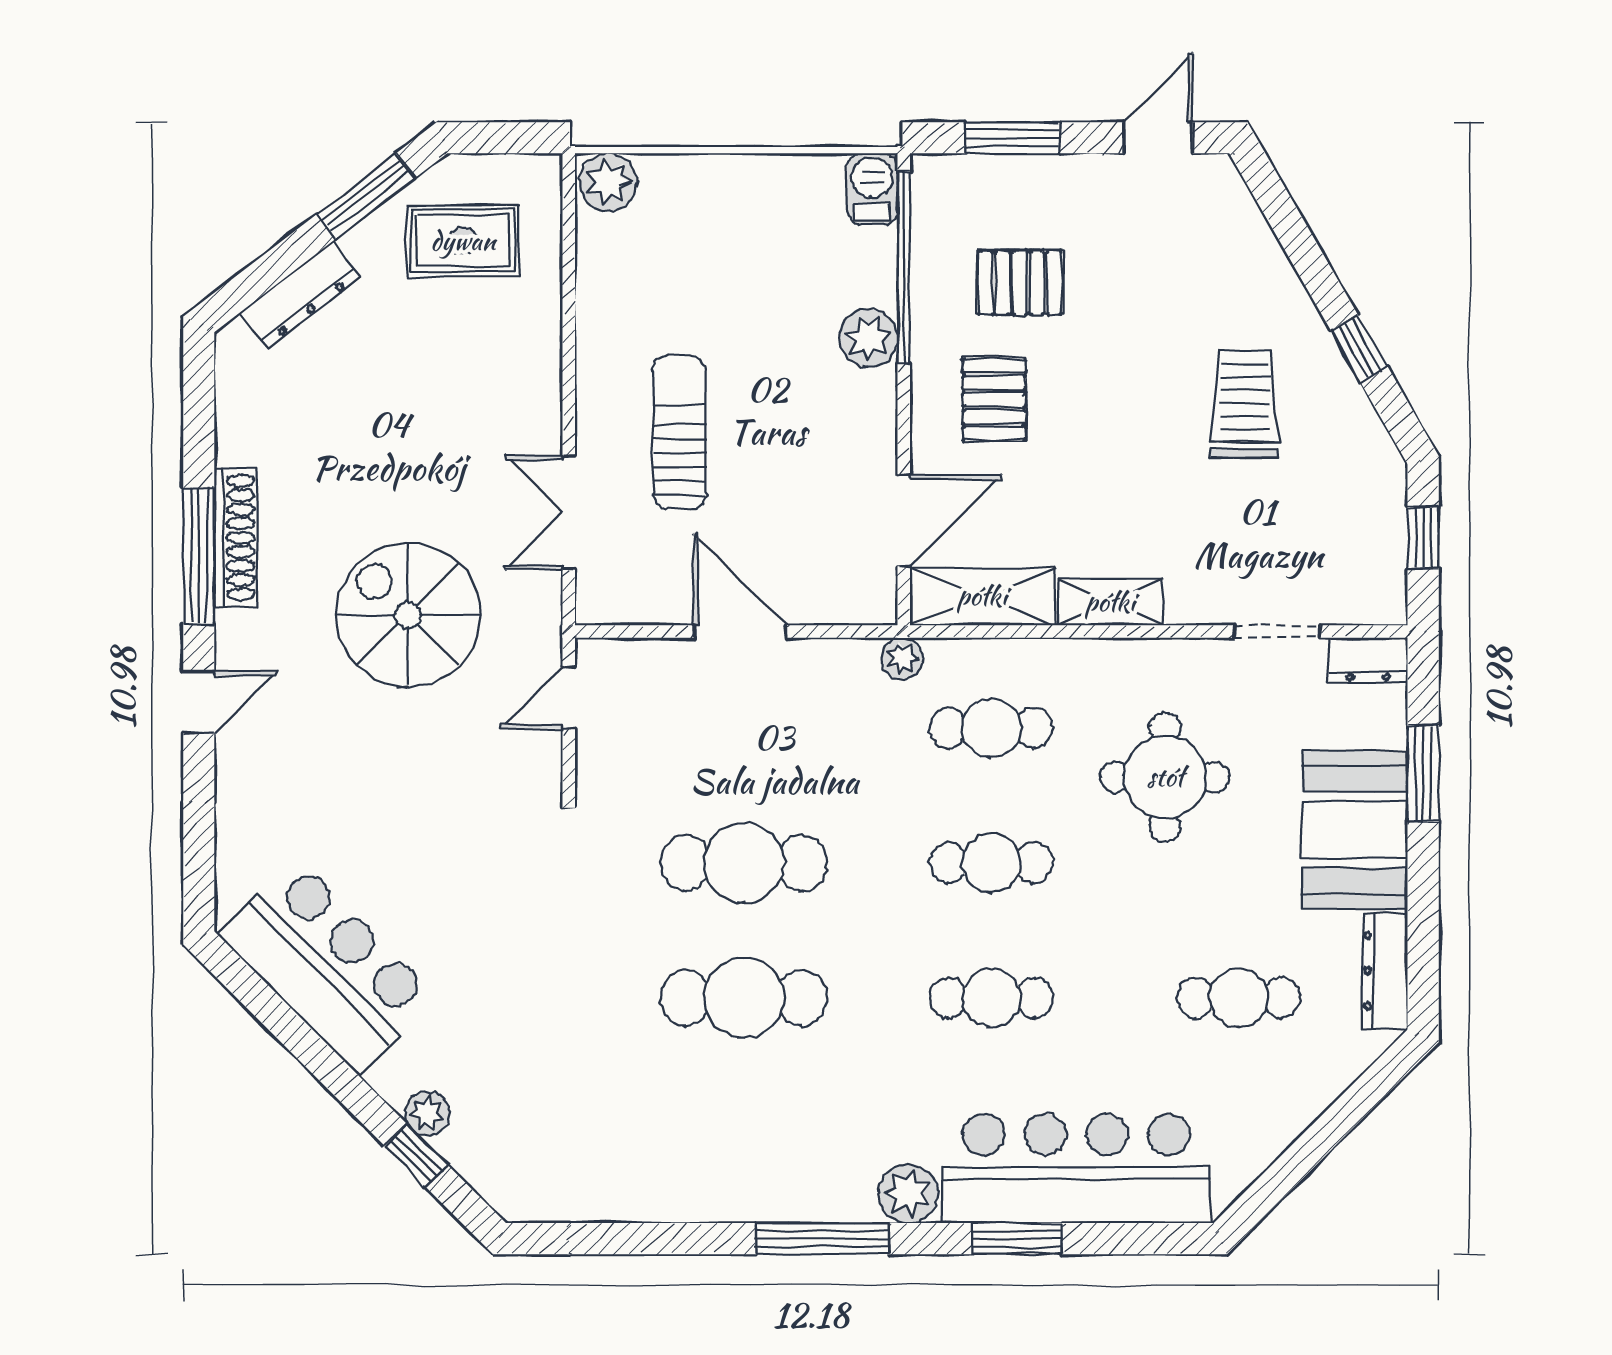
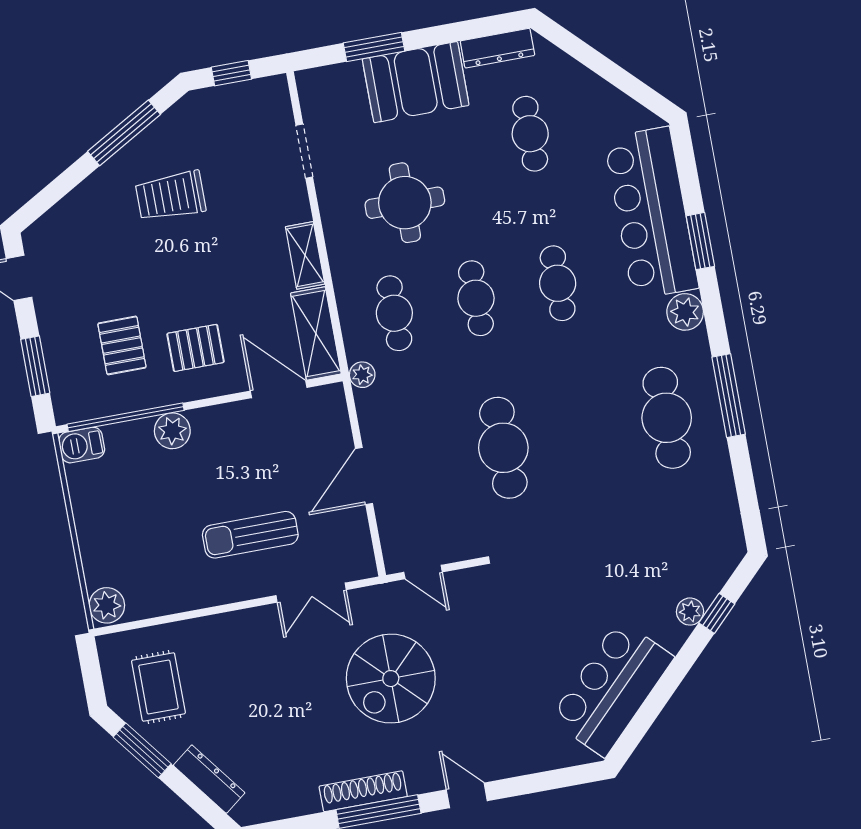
window: (1359, 348) -> (124, 133), width x2.17
dresser: (1368, 660) -> (311, 93), removed
cafe table: (744, 998) -> (667, 418), moved
window: (822, 1239) -> (729, 396), moved

